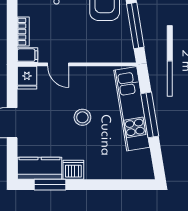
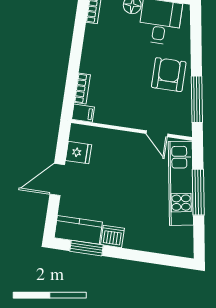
door: (58, 64) -> (157, 134), moved
fridge: (27, 78) -> (78, 153), moved, turned -90
stool: (82, 117) -> (129, 185), removed

